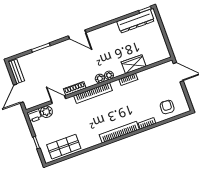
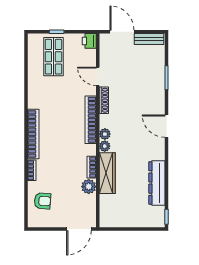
dresser: (136, 21) -> (157, 183), moved
door: (77, 34) -> (167, 126), hinge flipped
wardrobe: (134, 64) -> (107, 173), width x1.50
door: (58, 100) -> (98, 76), swing flipped
plant: (46, 112) -> (89, 187), moved
shop shelf: (64, 147) -> (53, 57), moved

